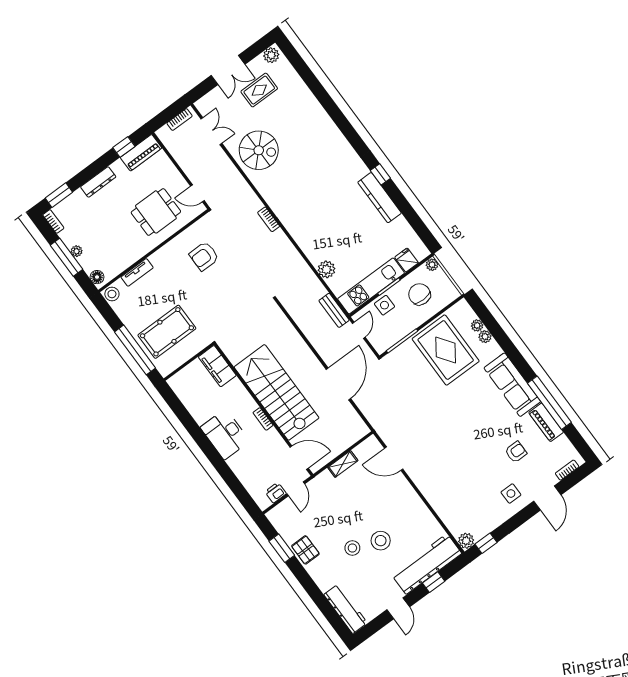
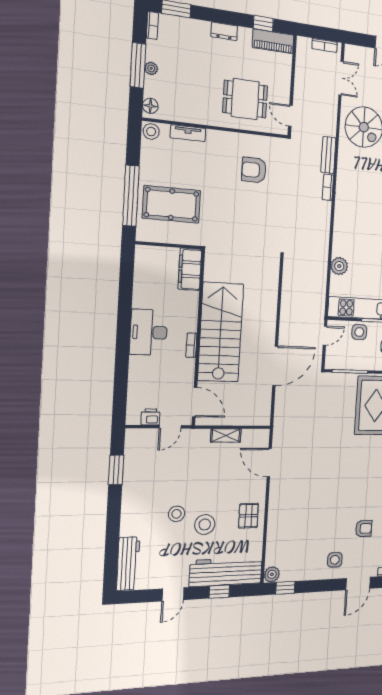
dresser: (98, 182) -> (224, 31), width x0.70
bench: (334, 310) -> (328, 155), moved
pallet: (305, 550) -> (248, 516), moved

